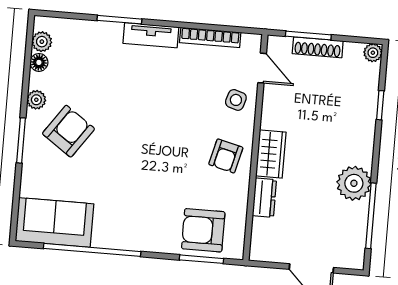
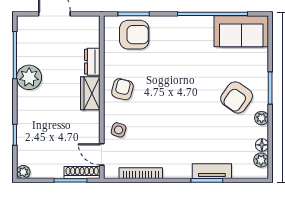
tv unit: (151, 35) -> (212, 171), moved
shoe rack: (318, 47) -> (82, 173), moved

